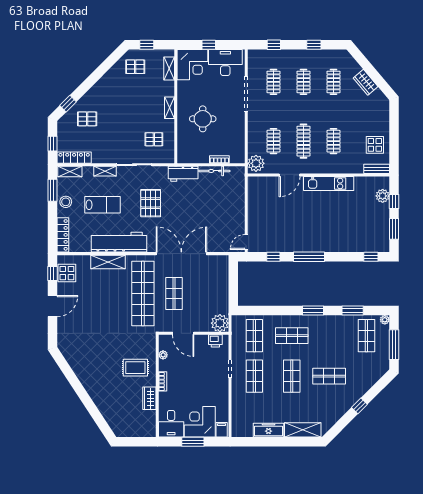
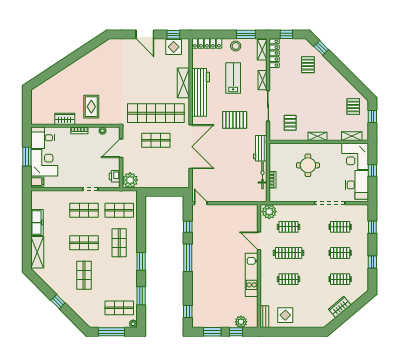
lab bench: (102, 205) -> (233, 78), turned 180

